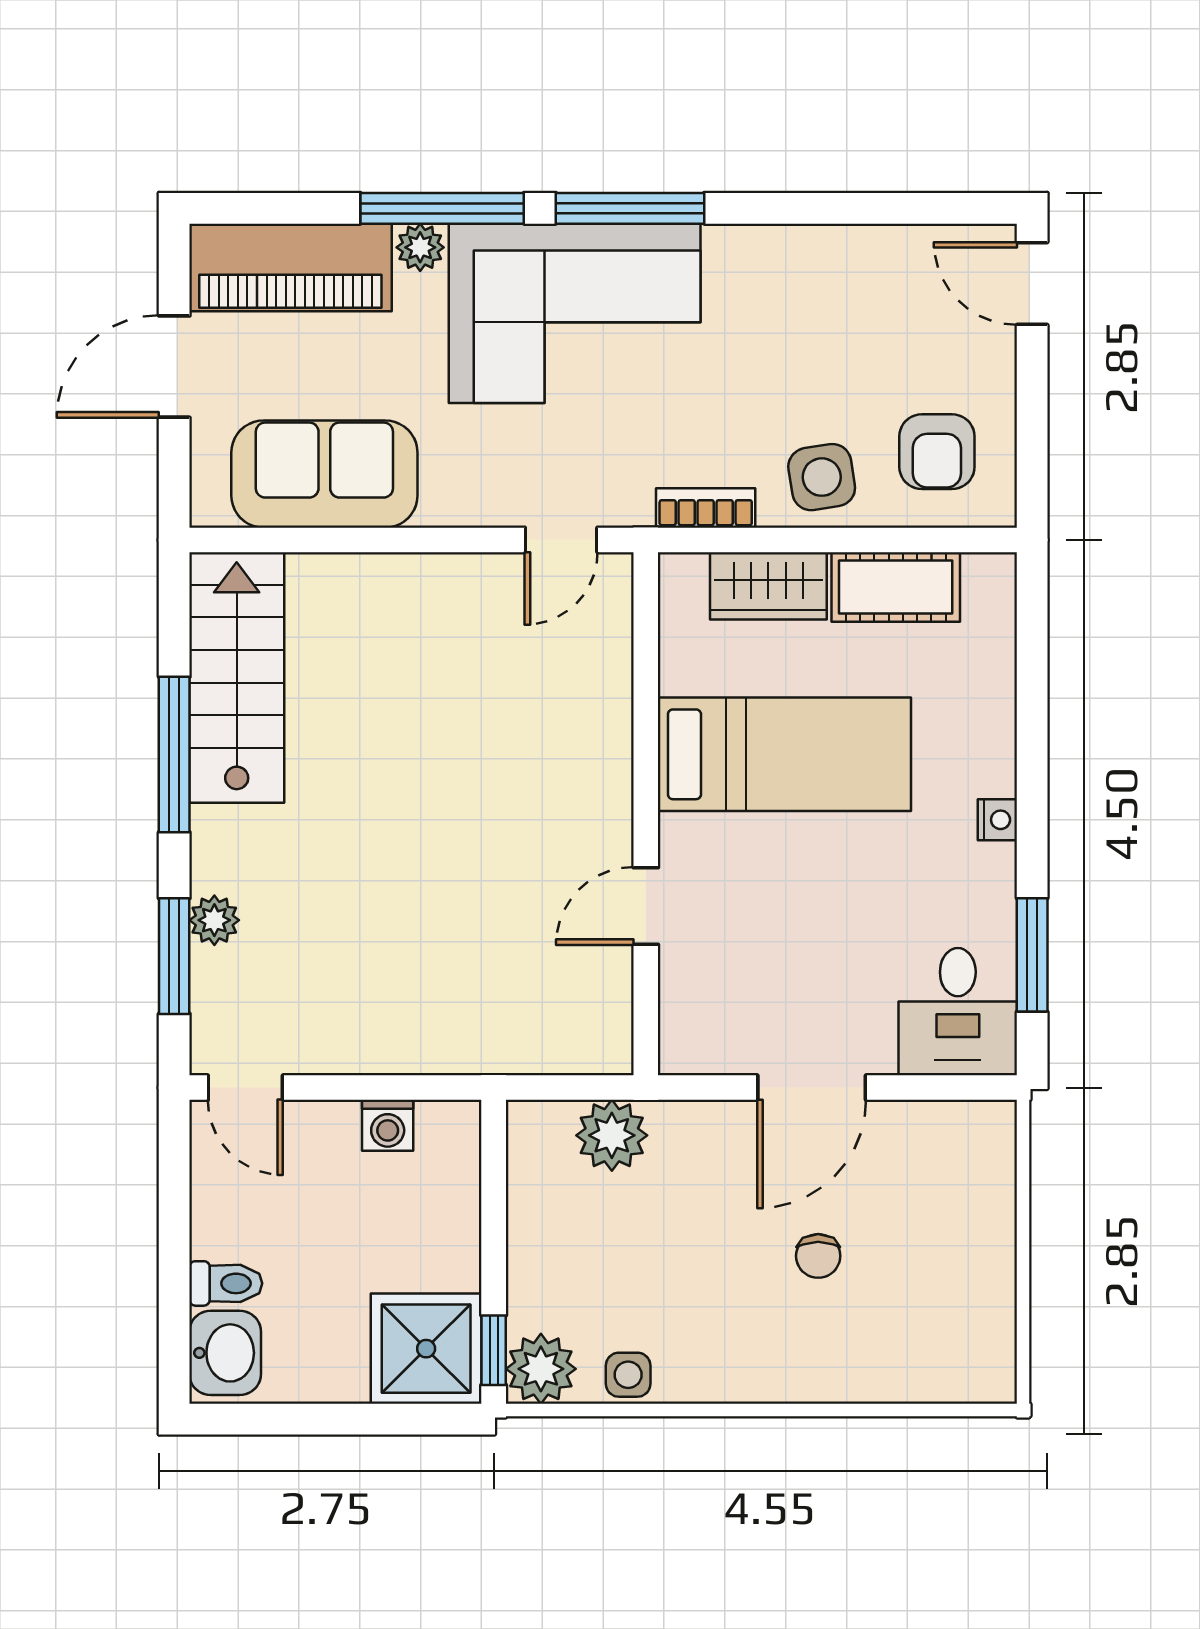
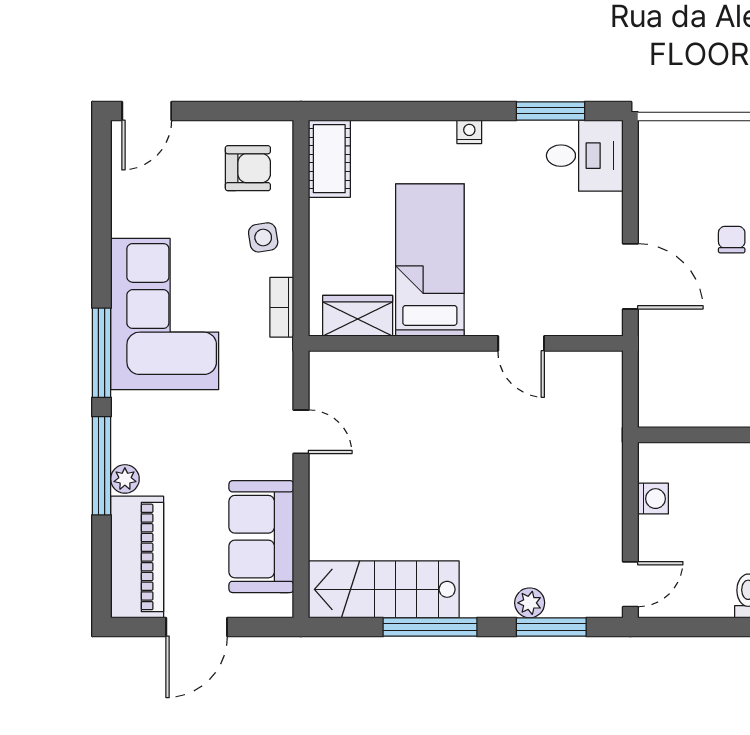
corner sofa: (575, 313) -> (165, 314), moved
door: (174, 367) -> (197, 627), hinge flipped
side table: (822, 477) -> (263, 237), width x0.73, depth x0.73
door: (561, 540) -> (301, 432), moved
wardrobe: (768, 586) -> (358, 316), moved, turned -90
cot: (896, 587) -> (329, 159), moved
door: (812, 1088) -> (630, 276), moved
plant: (612, 1135) -> (659, 364), removed
chair: (818, 1256) -> (732, 240), turned -90

